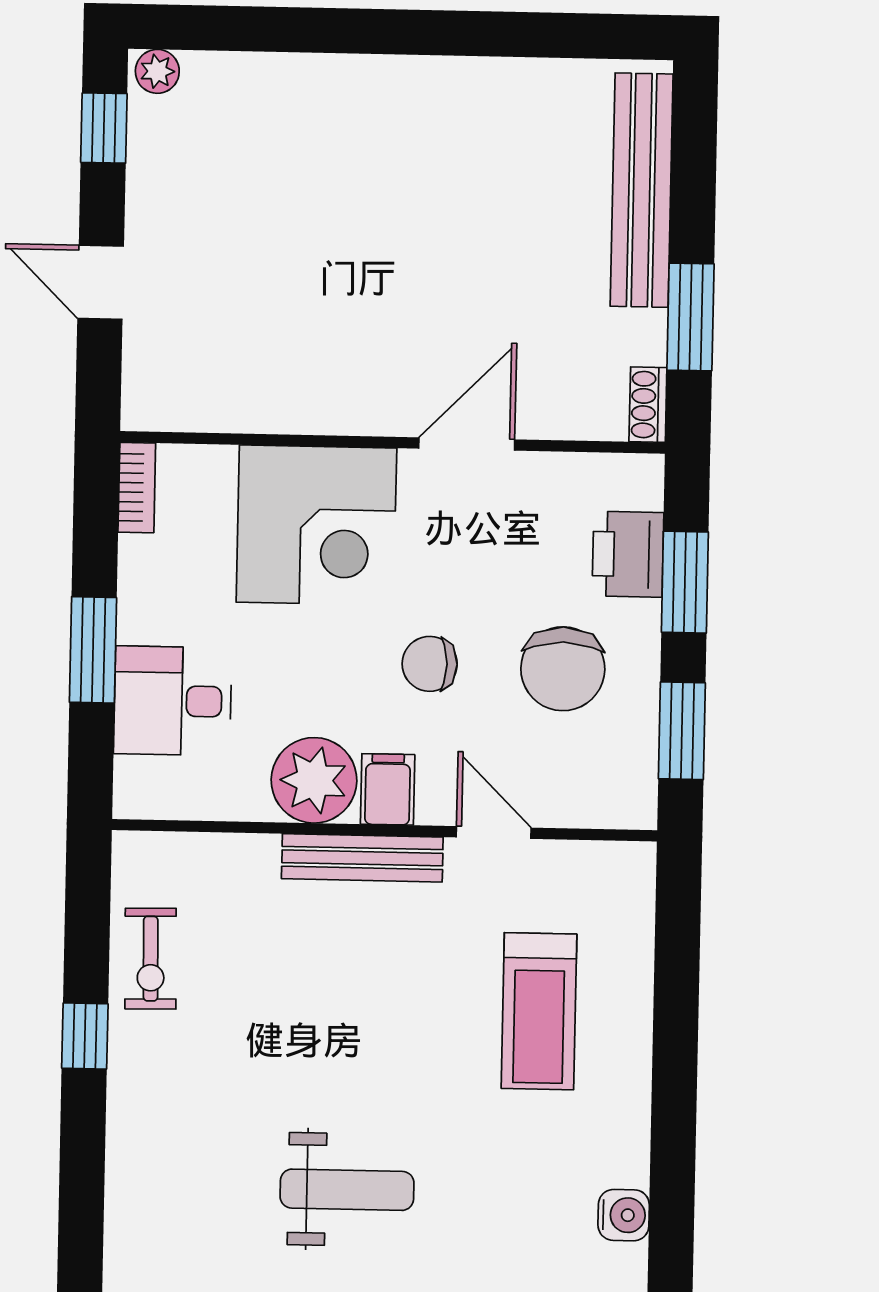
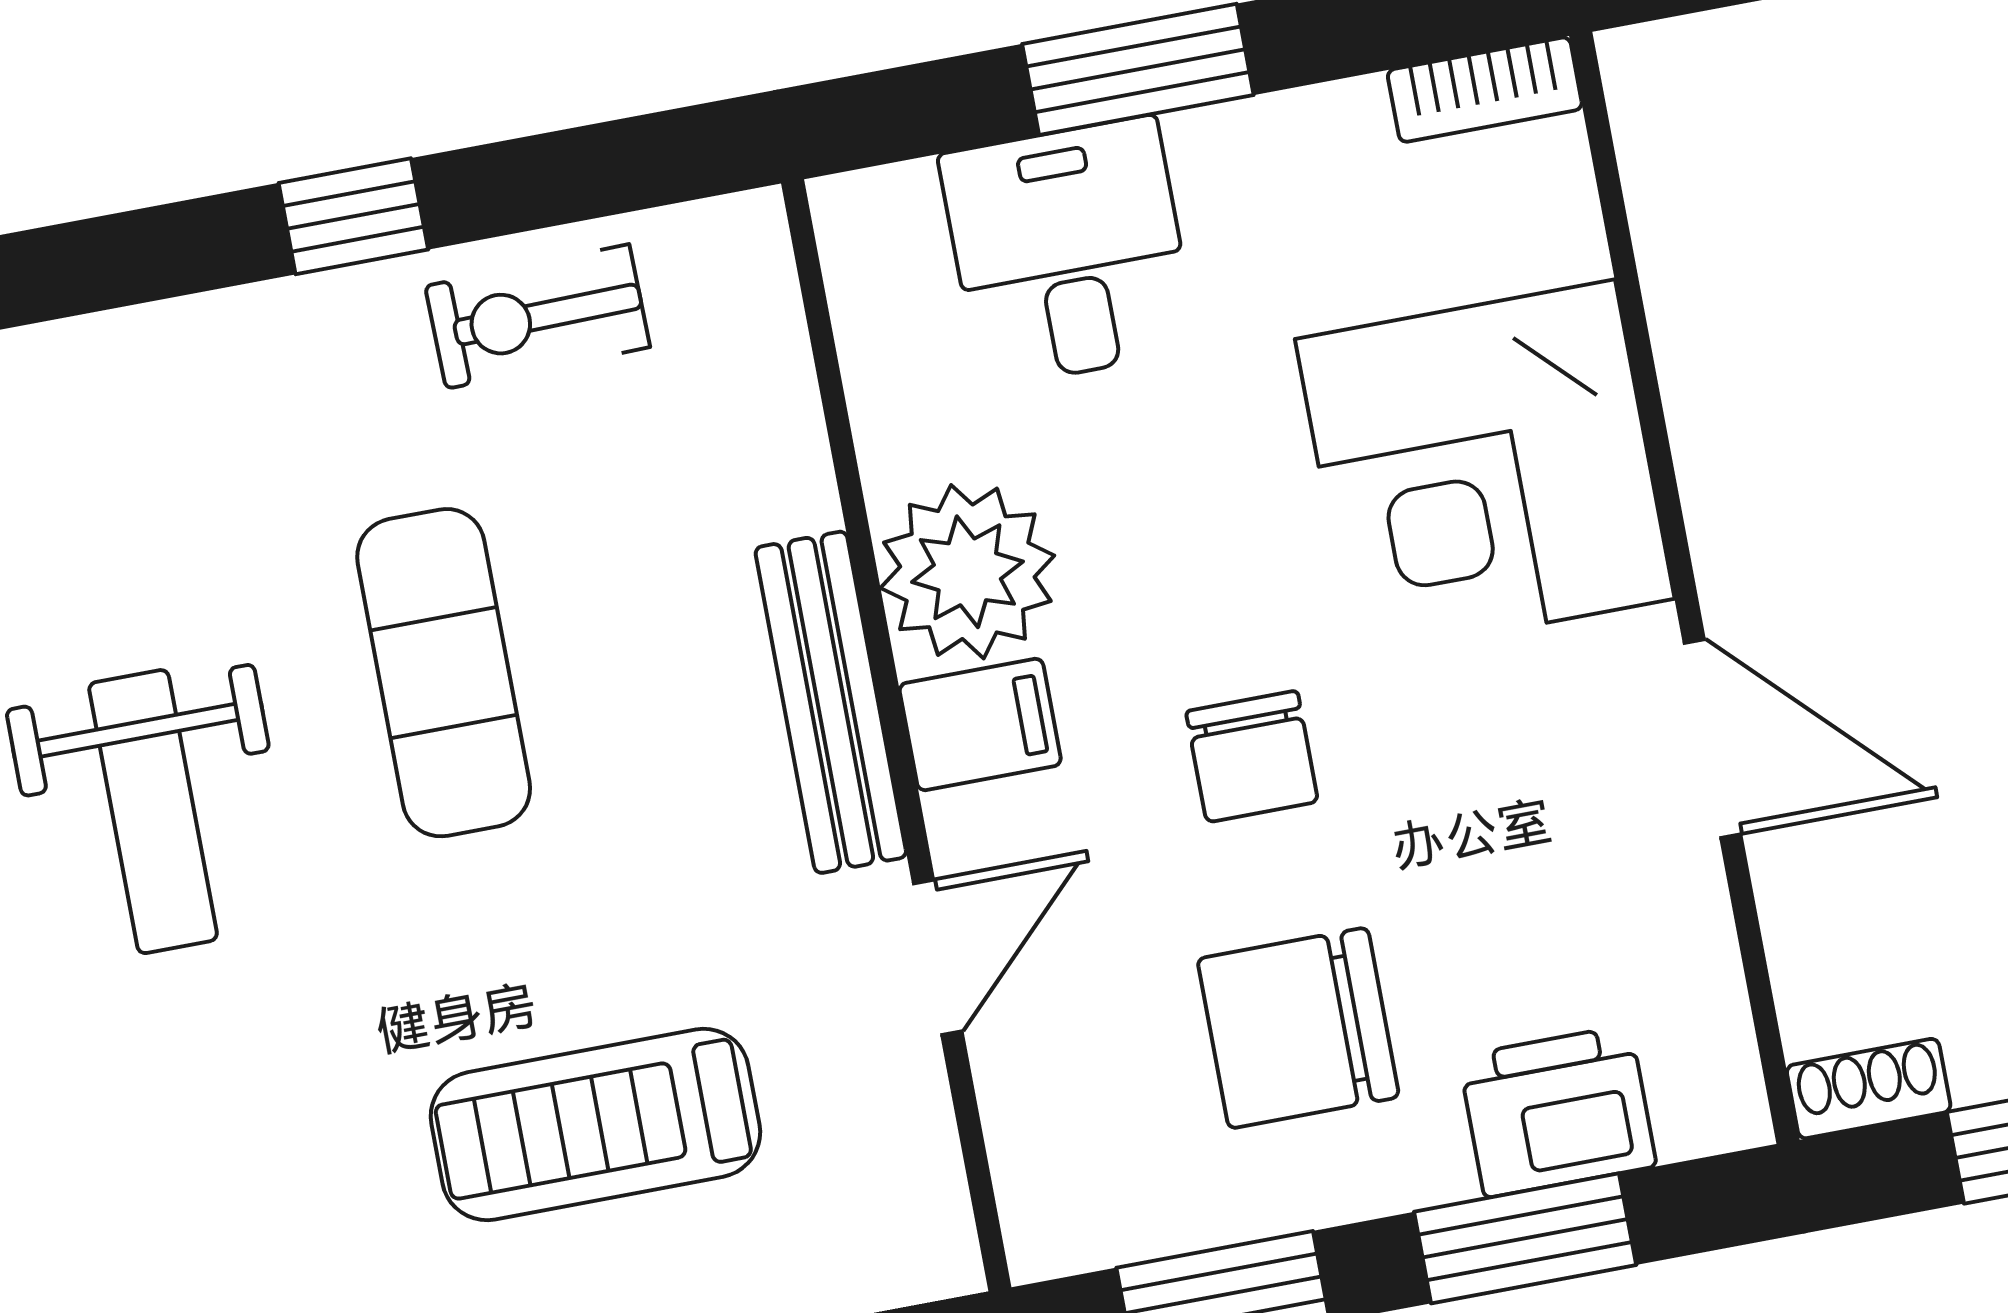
chair: (430, 664) -> (1252, 757), turned 180
exercise mat: (310, 1038) -> (444, 673), added

